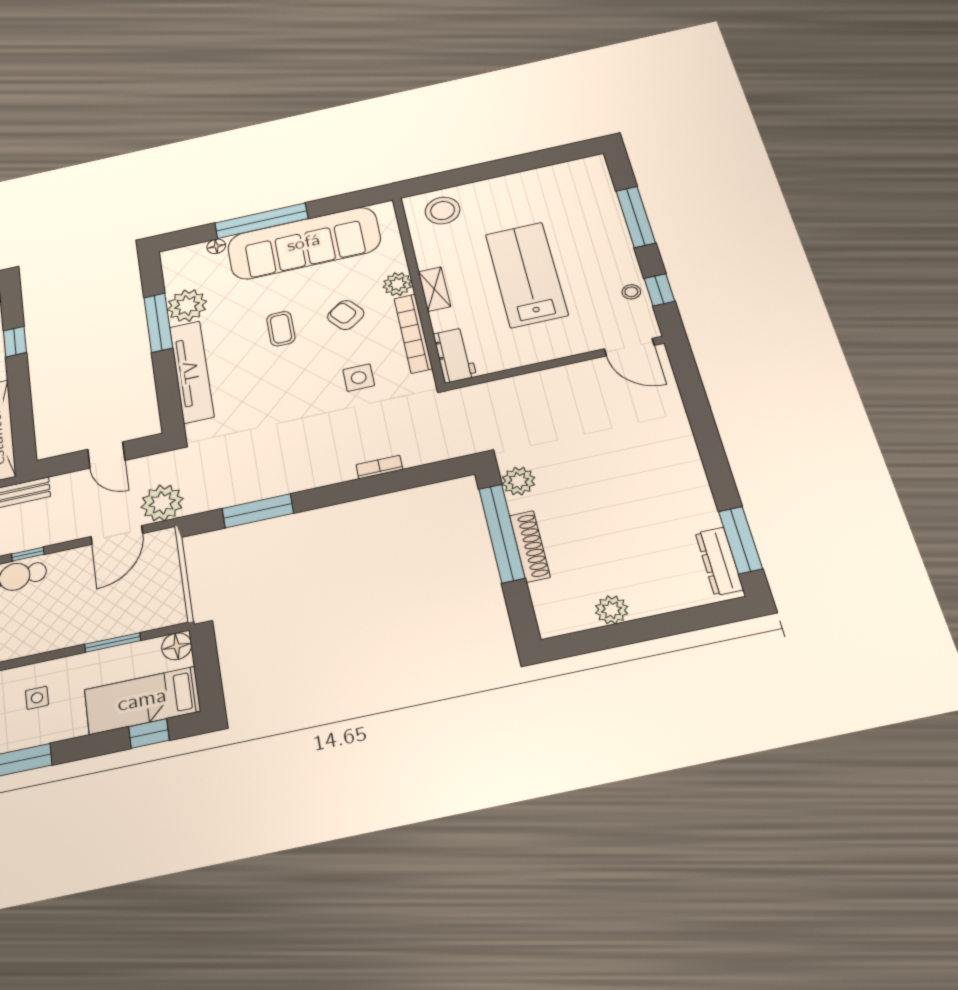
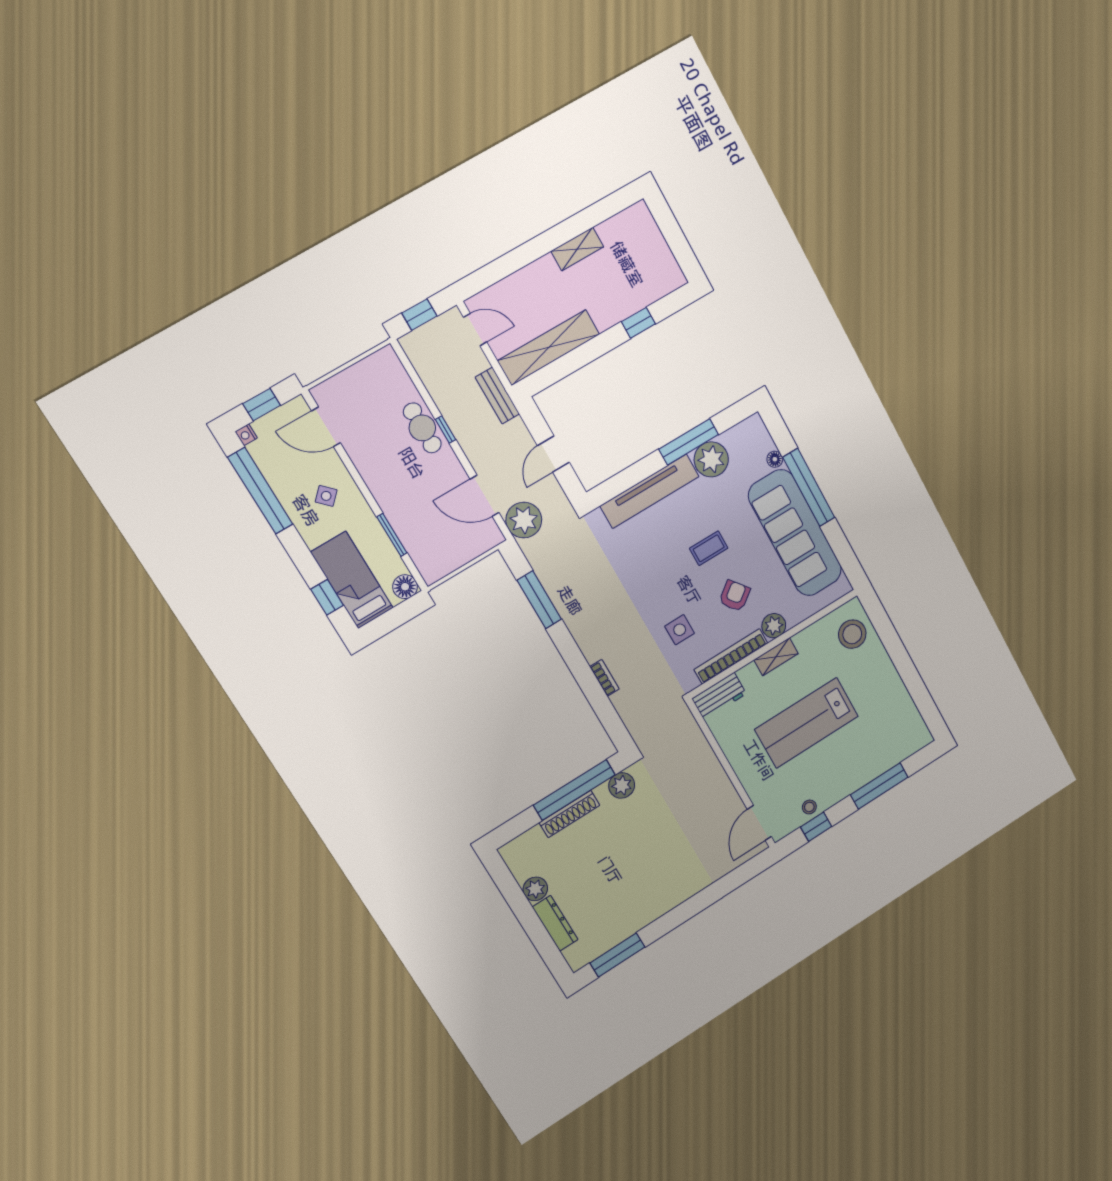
lab bench: (526, 275) -> (807, 723), turned 180
dresser: (719, 561) -> (555, 923), moved, turned 90
side table: (37, 698) -> (326, 496), turned 45

